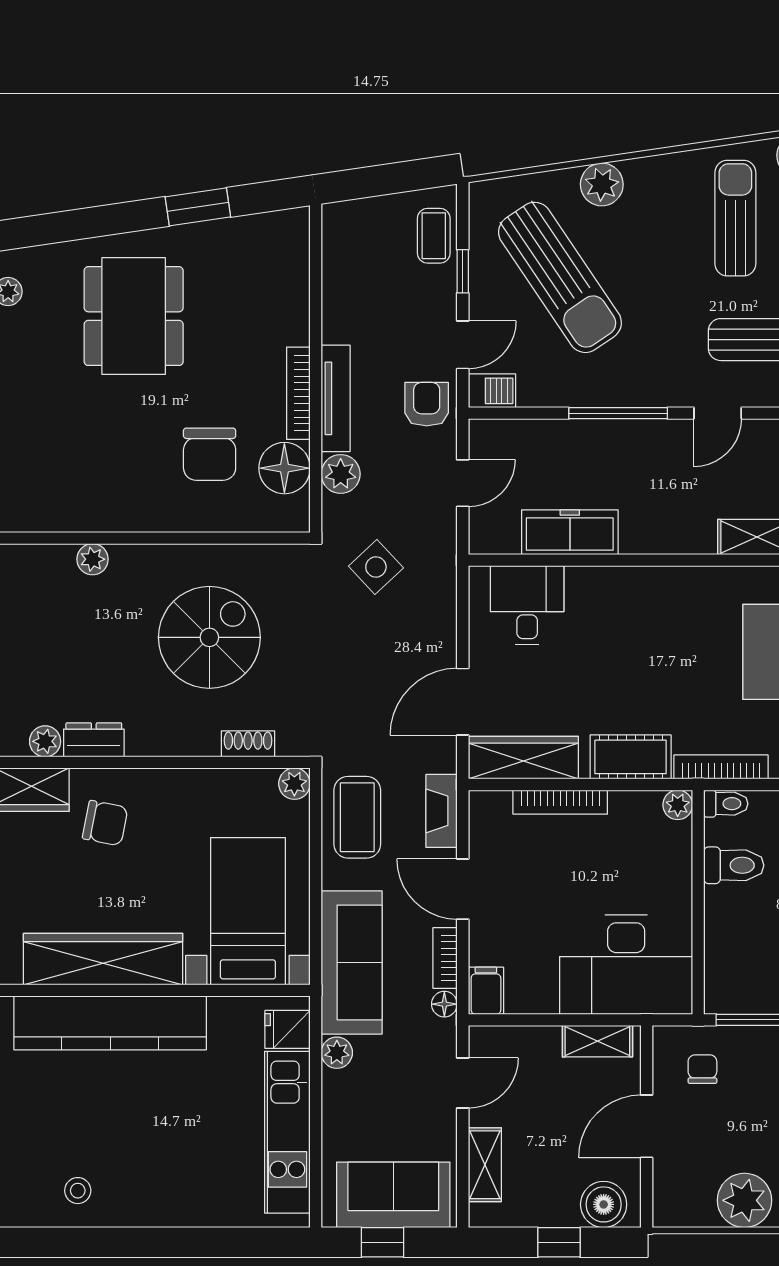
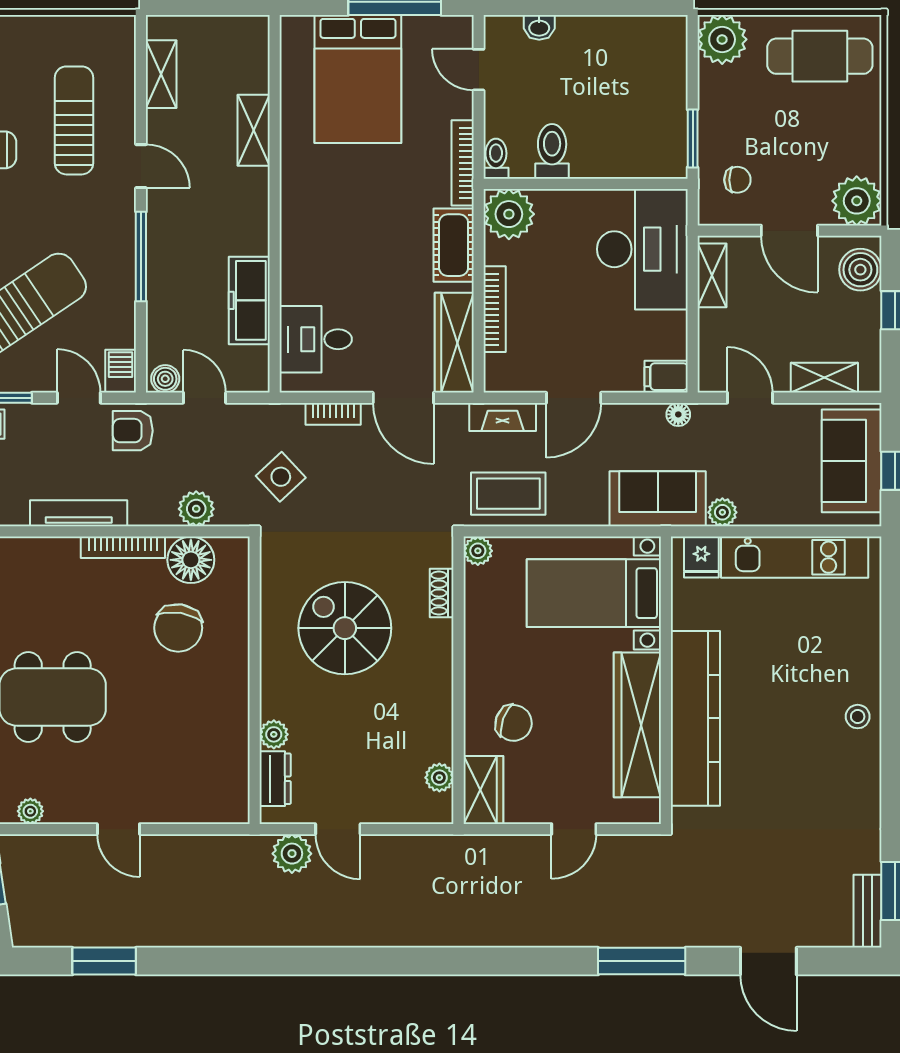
tv unit: (336, 398) -> (79, 513), moved
boiler: (484, 440) -> (165, 379), added
chair: (210, 454) -> (178, 628), turned 99
dresser: (94, 740) -> (275, 779), moved, turned 180
plant: (678, 805) -> (509, 214), width x1.88, depth x1.88
chair: (105, 823) -> (514, 723), turned 99
bookcase: (445, 958) -> (333, 414), moved
sofa: (352, 962) -> (658, 499), width x0.73
chair: (702, 1069) -> (737, 180), turned 180
stool: (78, 1191) -> (858, 717), moved
plant: (744, 1200) -> (857, 201), moved

